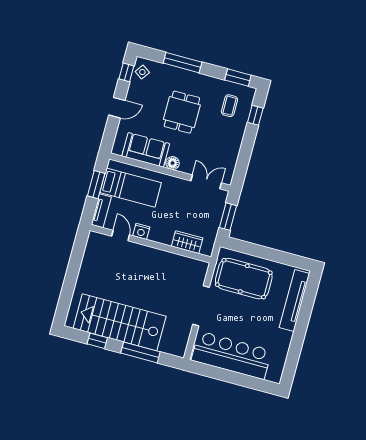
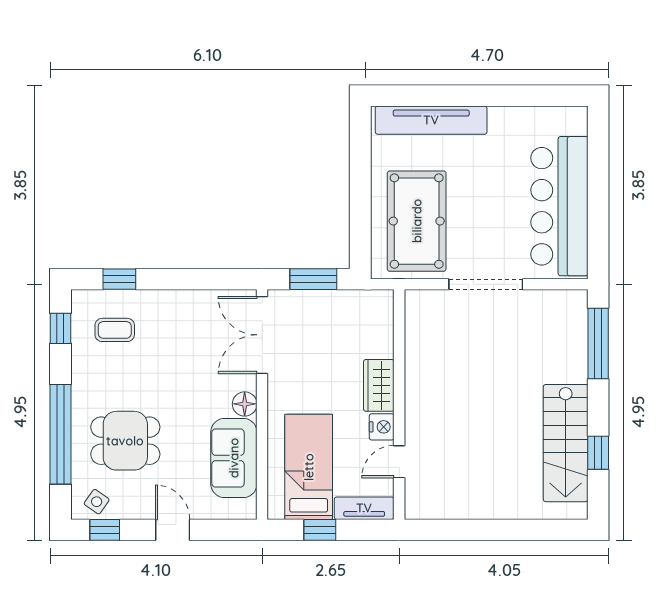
window: (183, 63) -> (60, 434), width x1.46
window: (238, 78) -> (60, 328), width x0.67
dining table: (182, 112) -> (125, 441), moved
double door: (206, 182) -> (262, 335), width x1.37
window: (96, 185) -> (320, 530), width x0.67
wardrobe: (187, 242) -> (379, 385), moved
stairs: (120, 322) -> (566, 443), width x0.73, depth x0.66
window: (140, 352) -> (598, 344), moved

